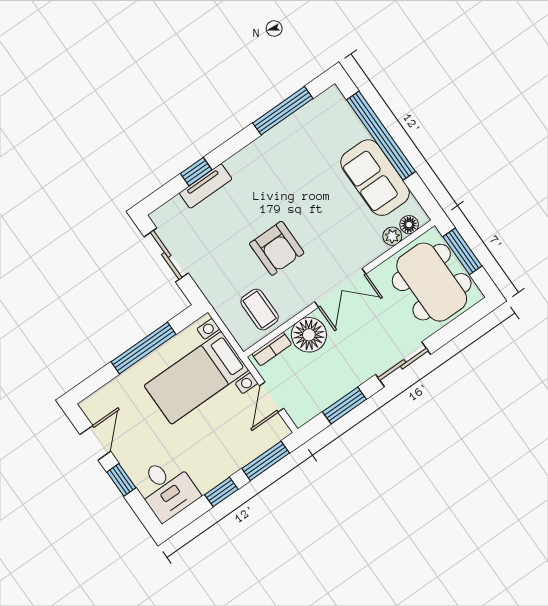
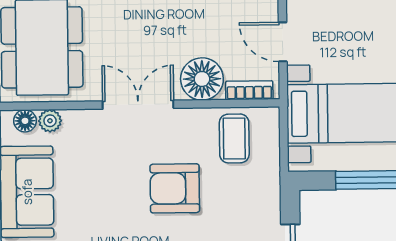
armchair: (277, 248) -> (175, 188), turned -90
door: (272, 397) -> (283, 42), swing flipped

